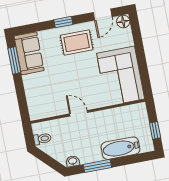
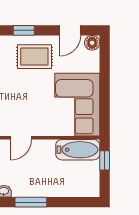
door: (79, 113) -> (21, 138), swing flipped
window: (155, 130) -> (105, 160), moved
bathtub: (120, 148) -> (78, 150), moved, turned 180

